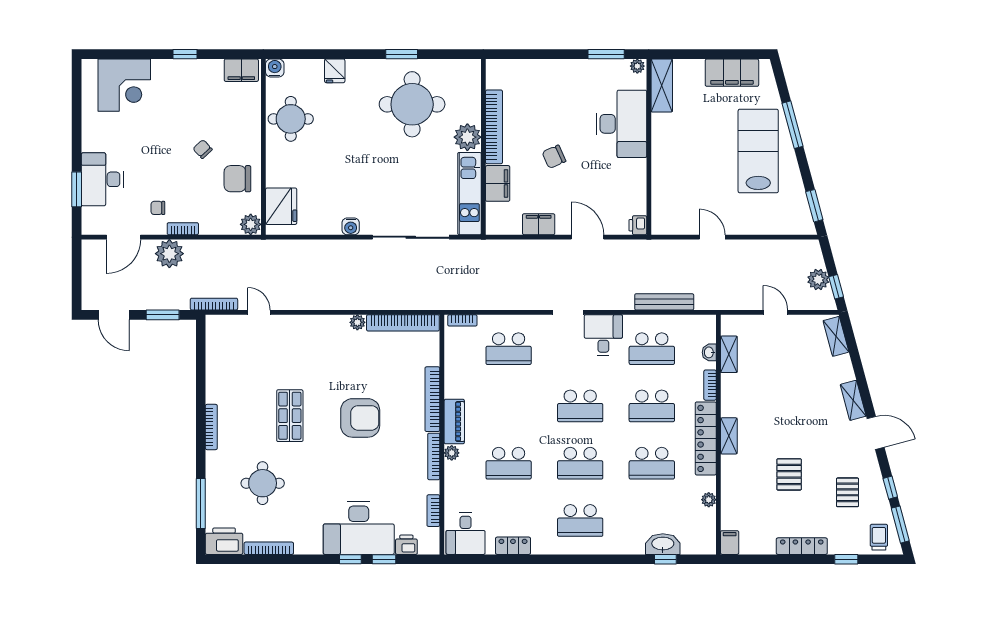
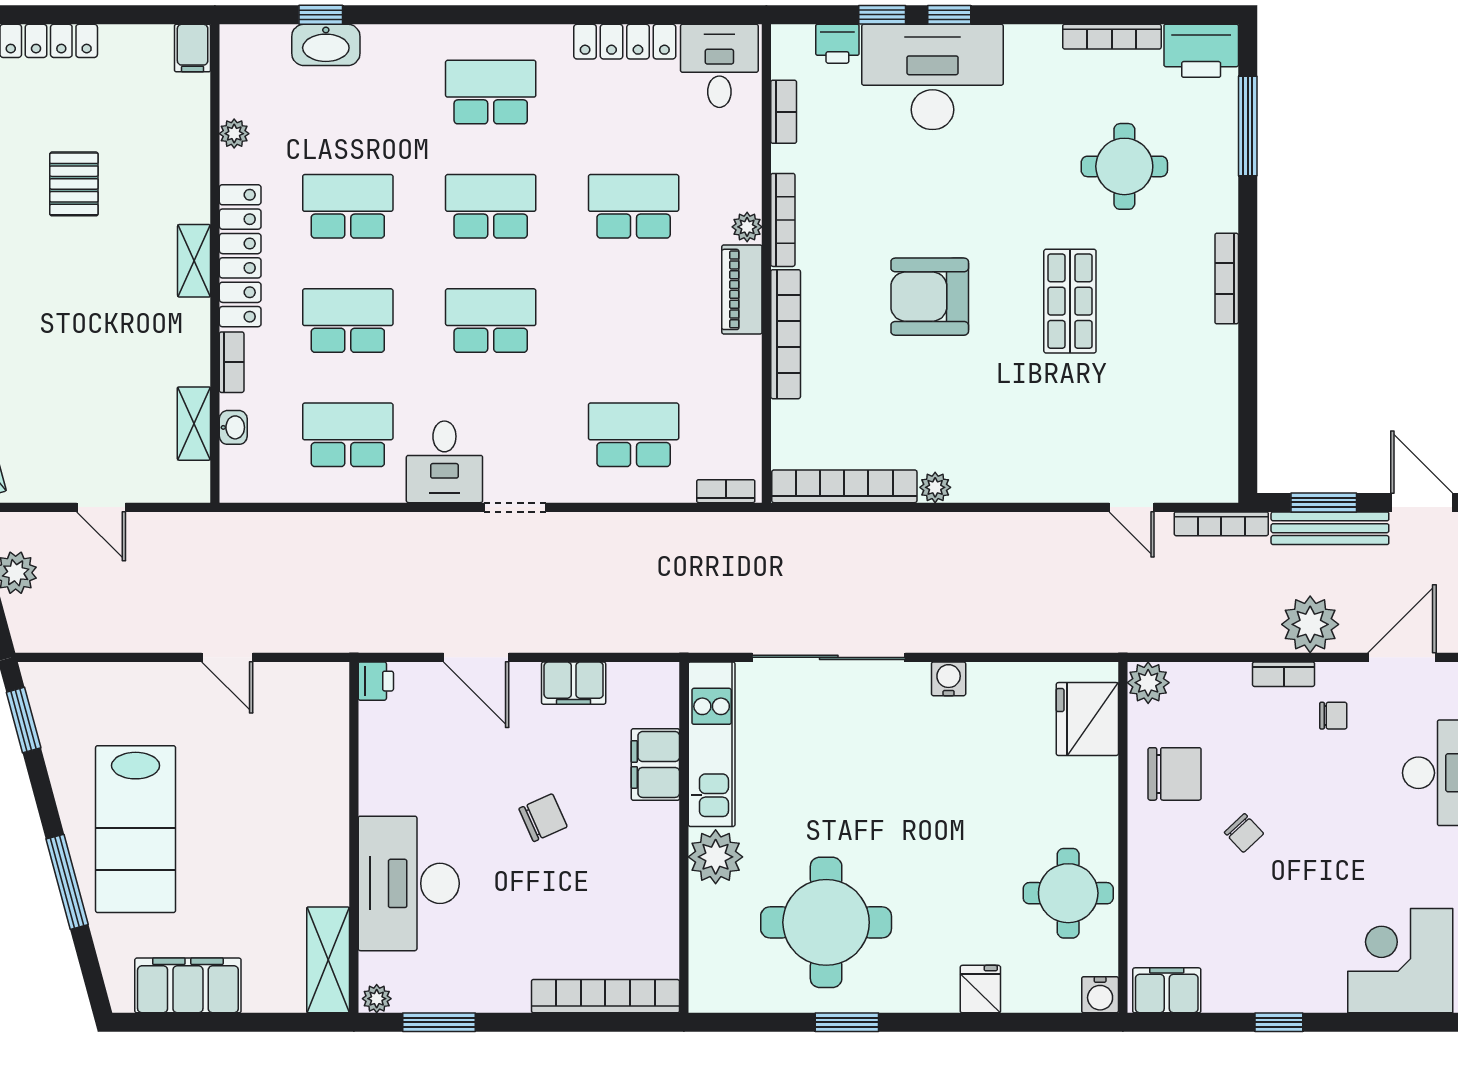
bookcase: (494, 127) -> (605, 996), moved, turned 90
bench: (664, 302) -> (1330, 528), moved
locker: (513, 546) -> (625, 42), width x1.53

